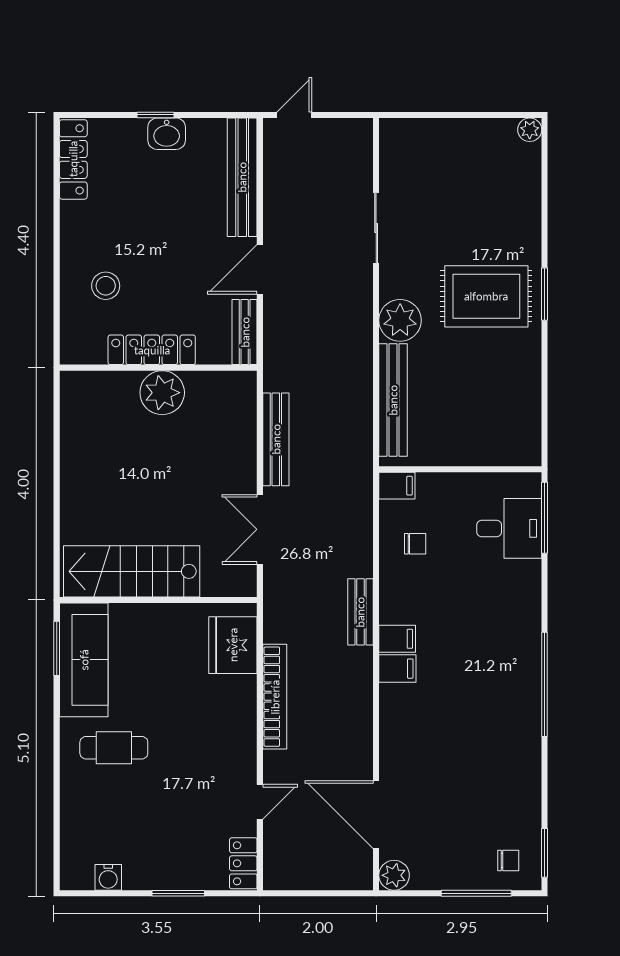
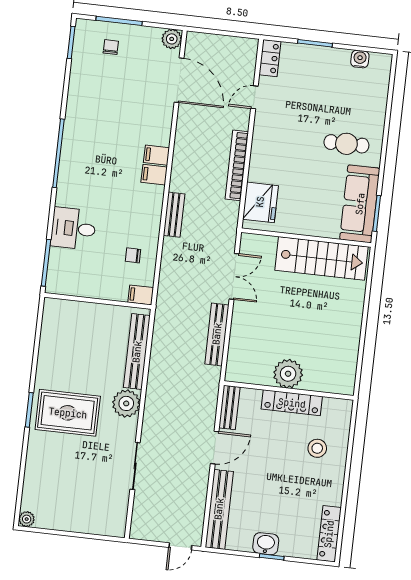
desk: (509, 528) -> (73, 229), moved
filing cabinet: (397, 639) -> (156, 155), moved
chair: (508, 860) -> (111, 47), moved, turned 90

